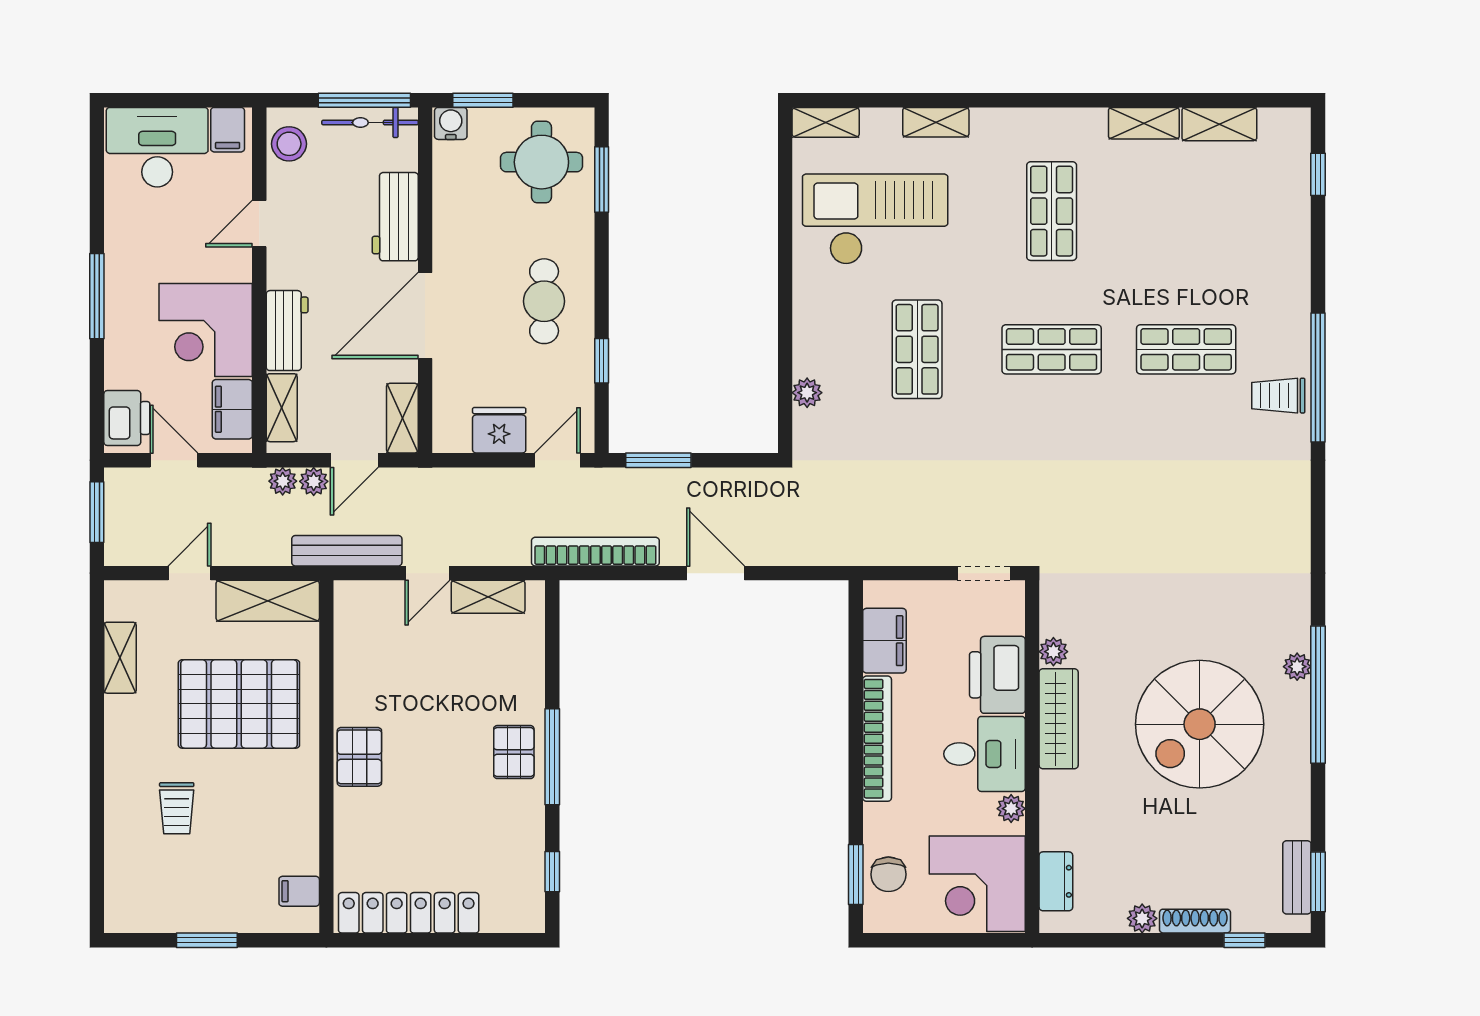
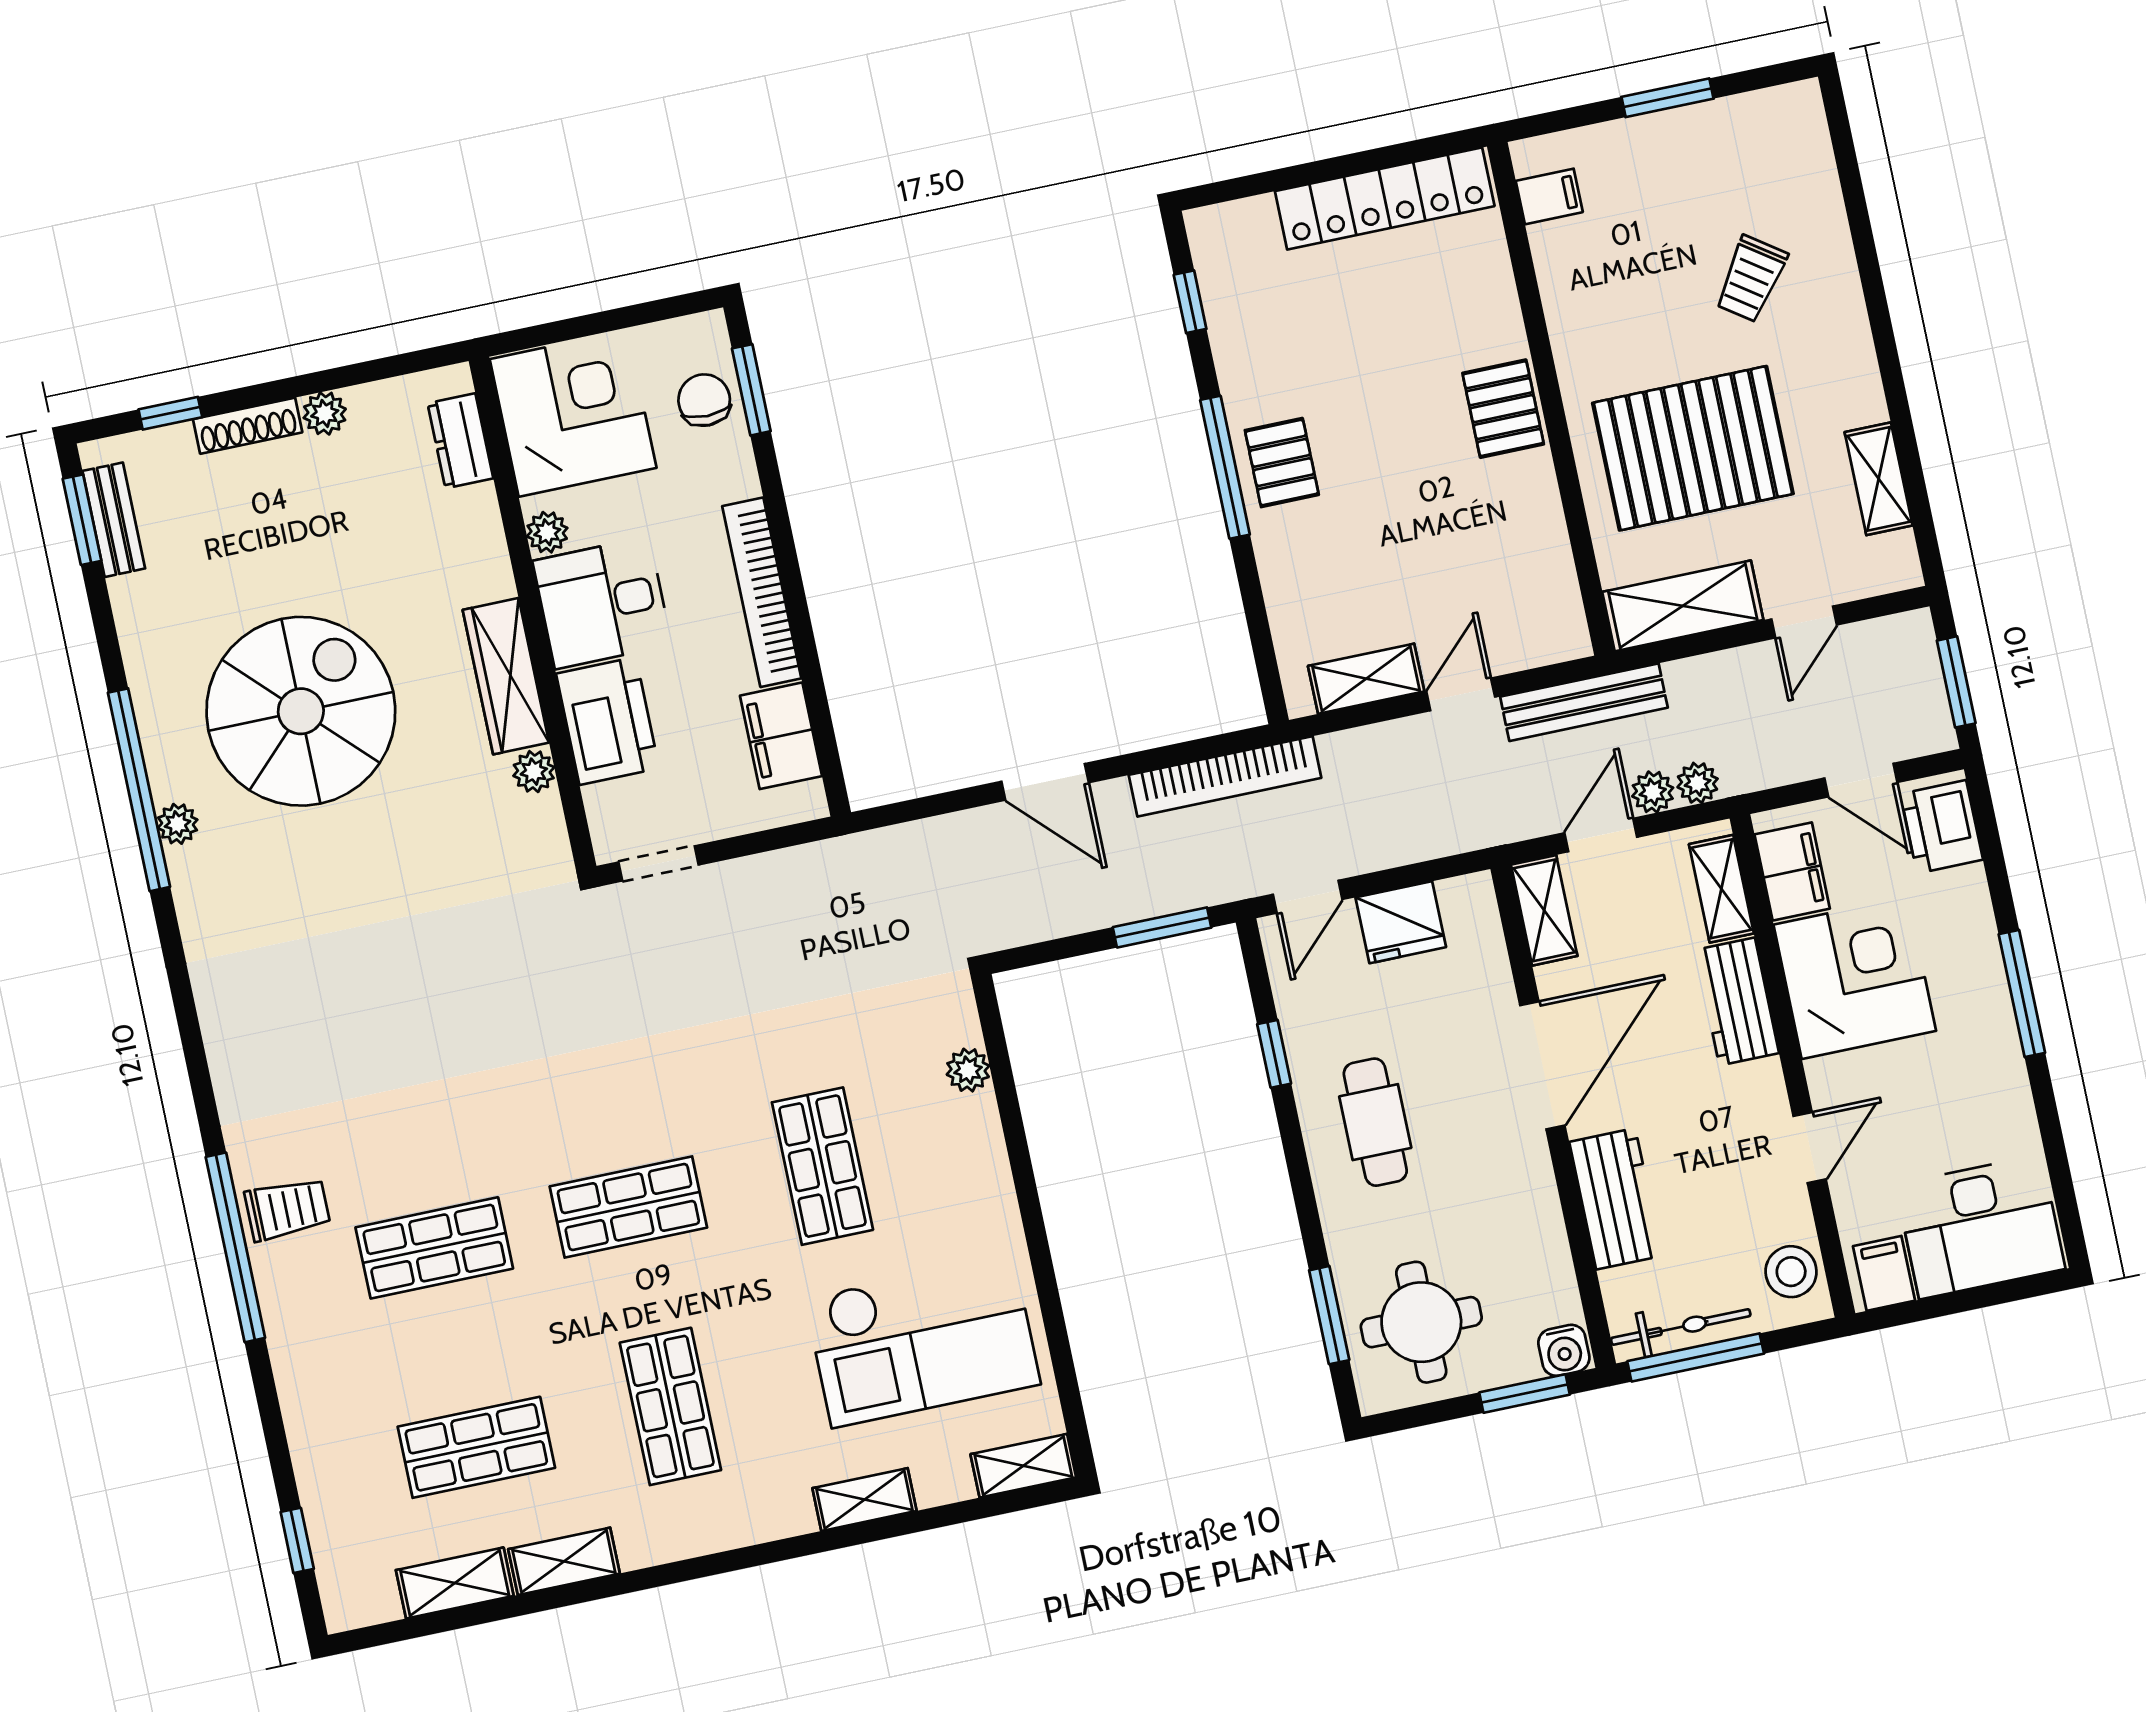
shop shelf: (1186, 211) -> (476, 1447), added
trolley: (177, 808) -> (1751, 279), turned -145

